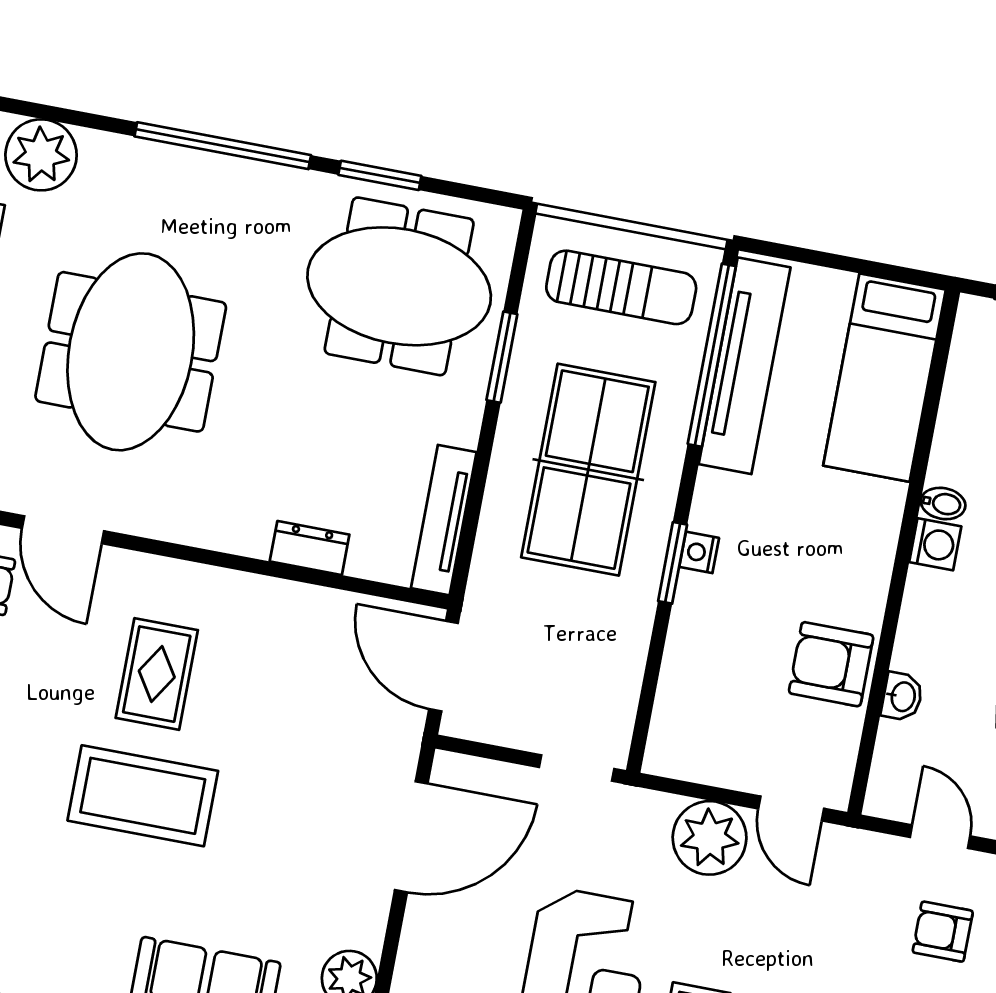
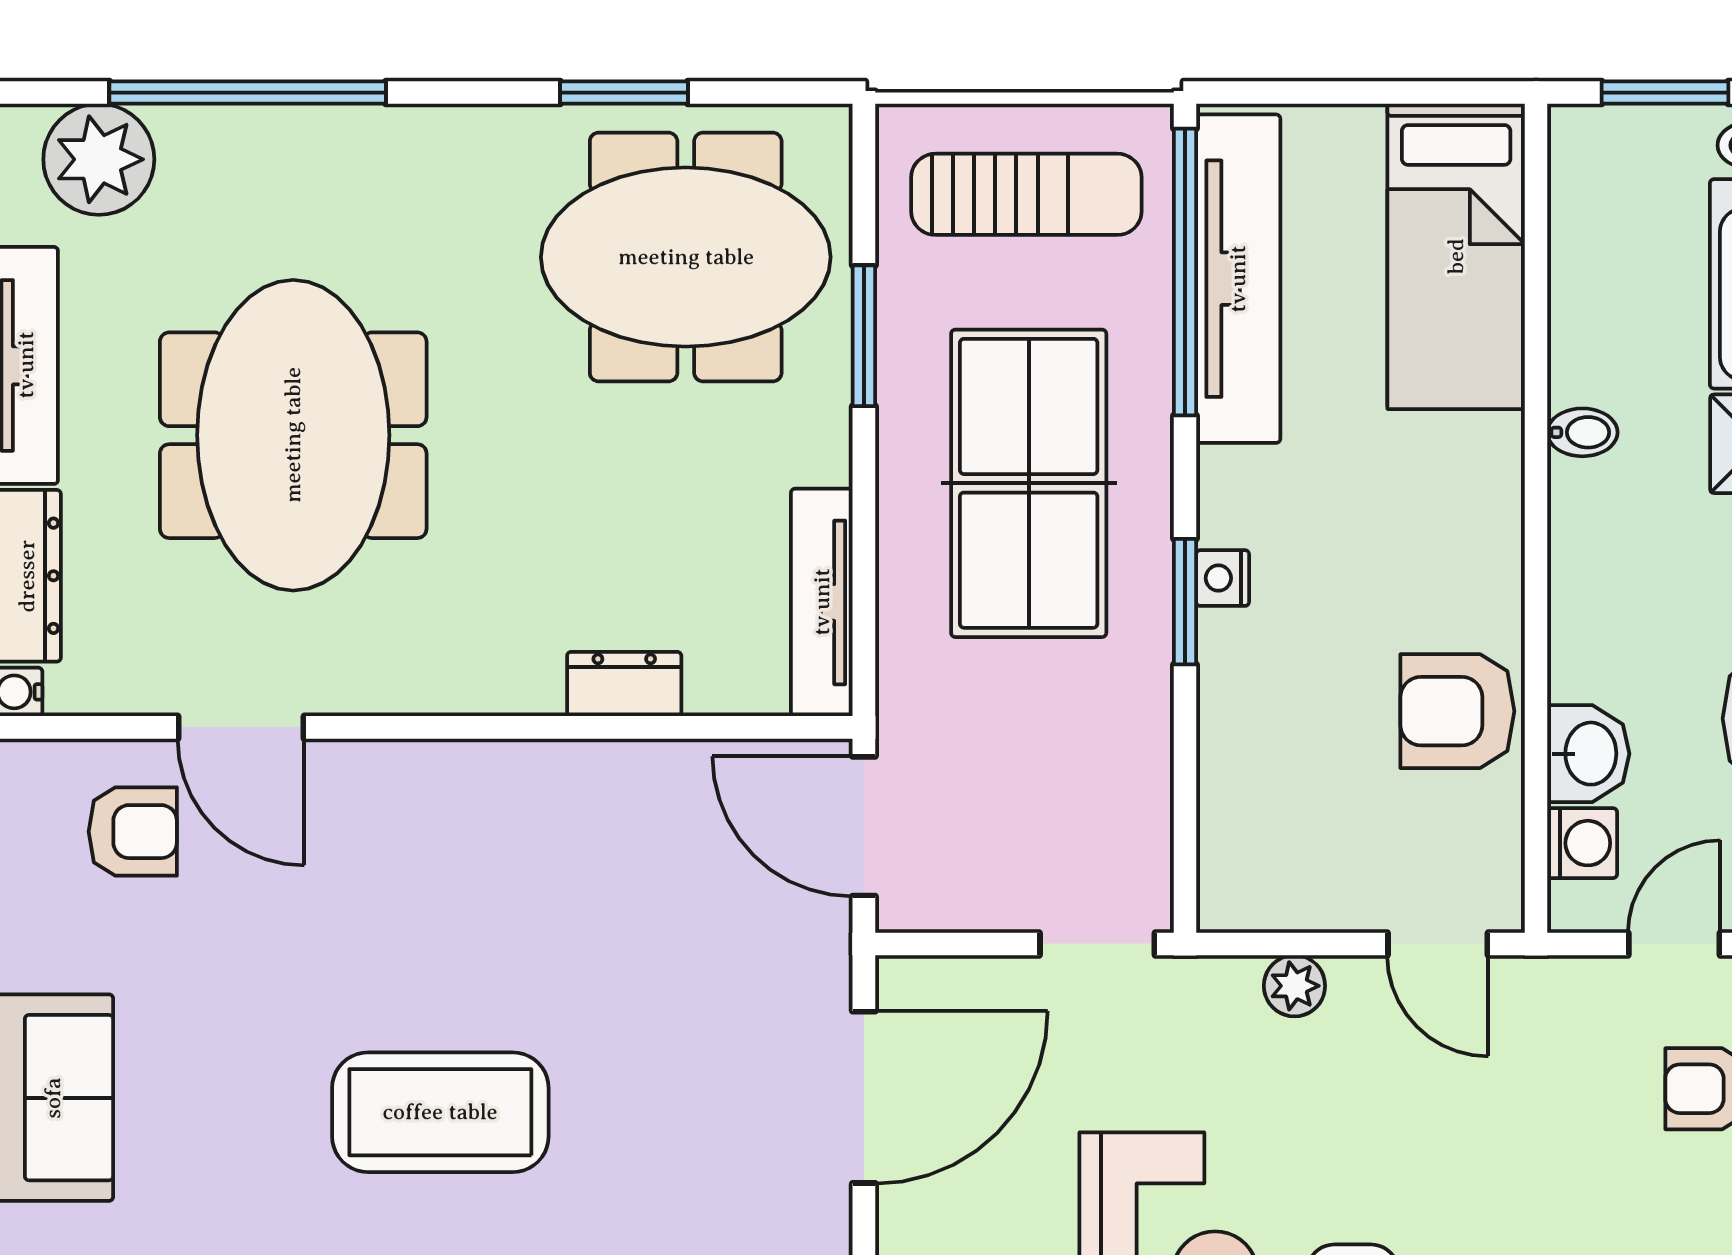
window: (223, 146) -> (248, 93), moved
washing machine: (935, 544) -> (1582, 843), moved
rug: (157, 674) -> (426, 922), removed
washbasin: (902, 697) -> (1588, 754), width x1.38, depth x1.45
door: (940, 837) -> (1674, 944), hinge flipped
plant: (710, 838) -> (1294, 986), width x0.53, depth x0.53

